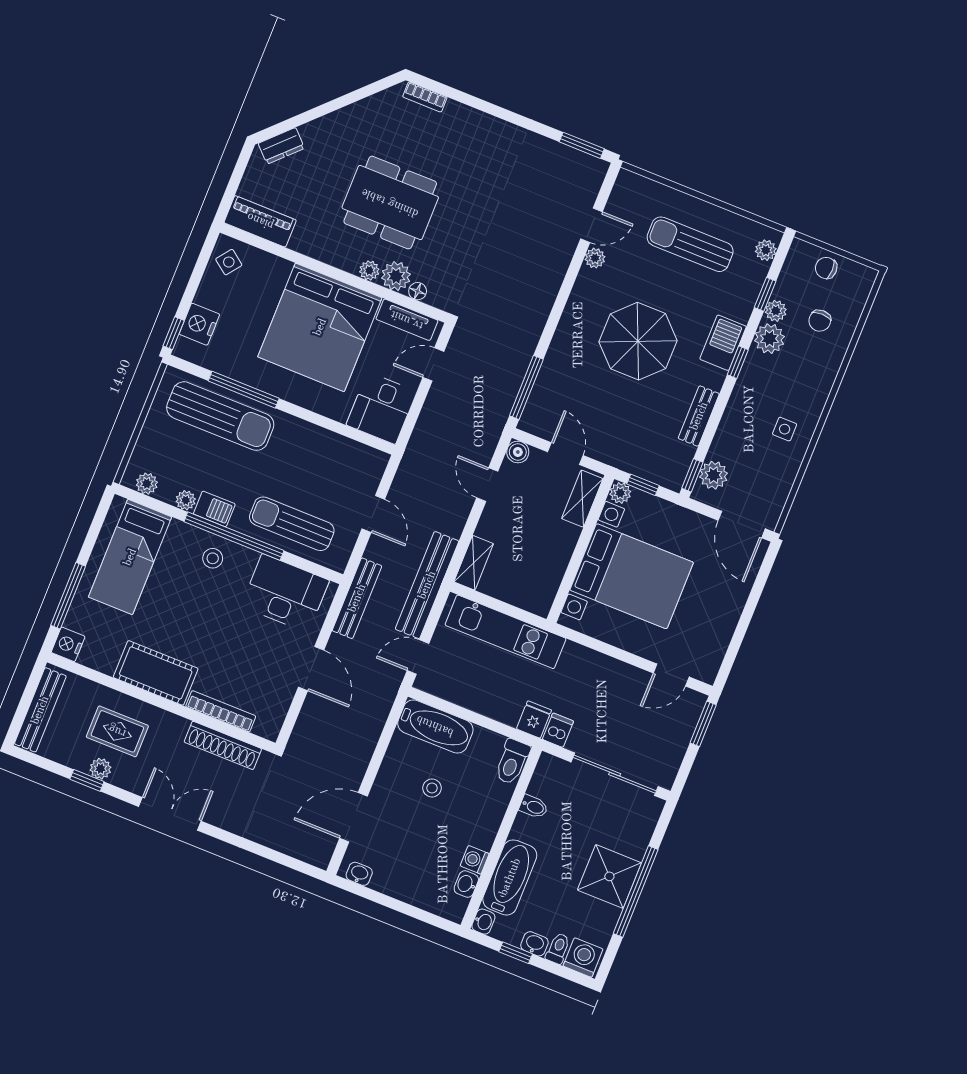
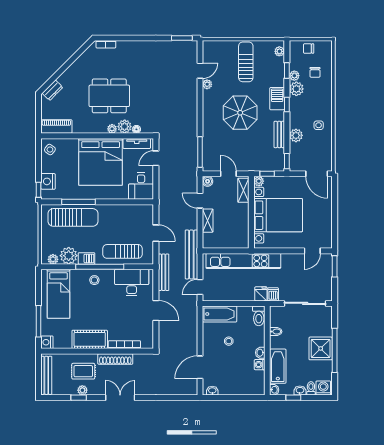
sun lounger: (690, 244) -> (246, 62), turned 90
plant: (714, 475) -> (296, 135), moved
plant: (186, 500) -> (69, 256), width x1.88, depth x1.88
shelving: (474, 563) -> (208, 221), moved
kitchen unit: (505, 632) -> (243, 261), width x1.36
shoe rack: (223, 745) -> (115, 359), moved
washbasin: (466, 884) -> (260, 353), moved

